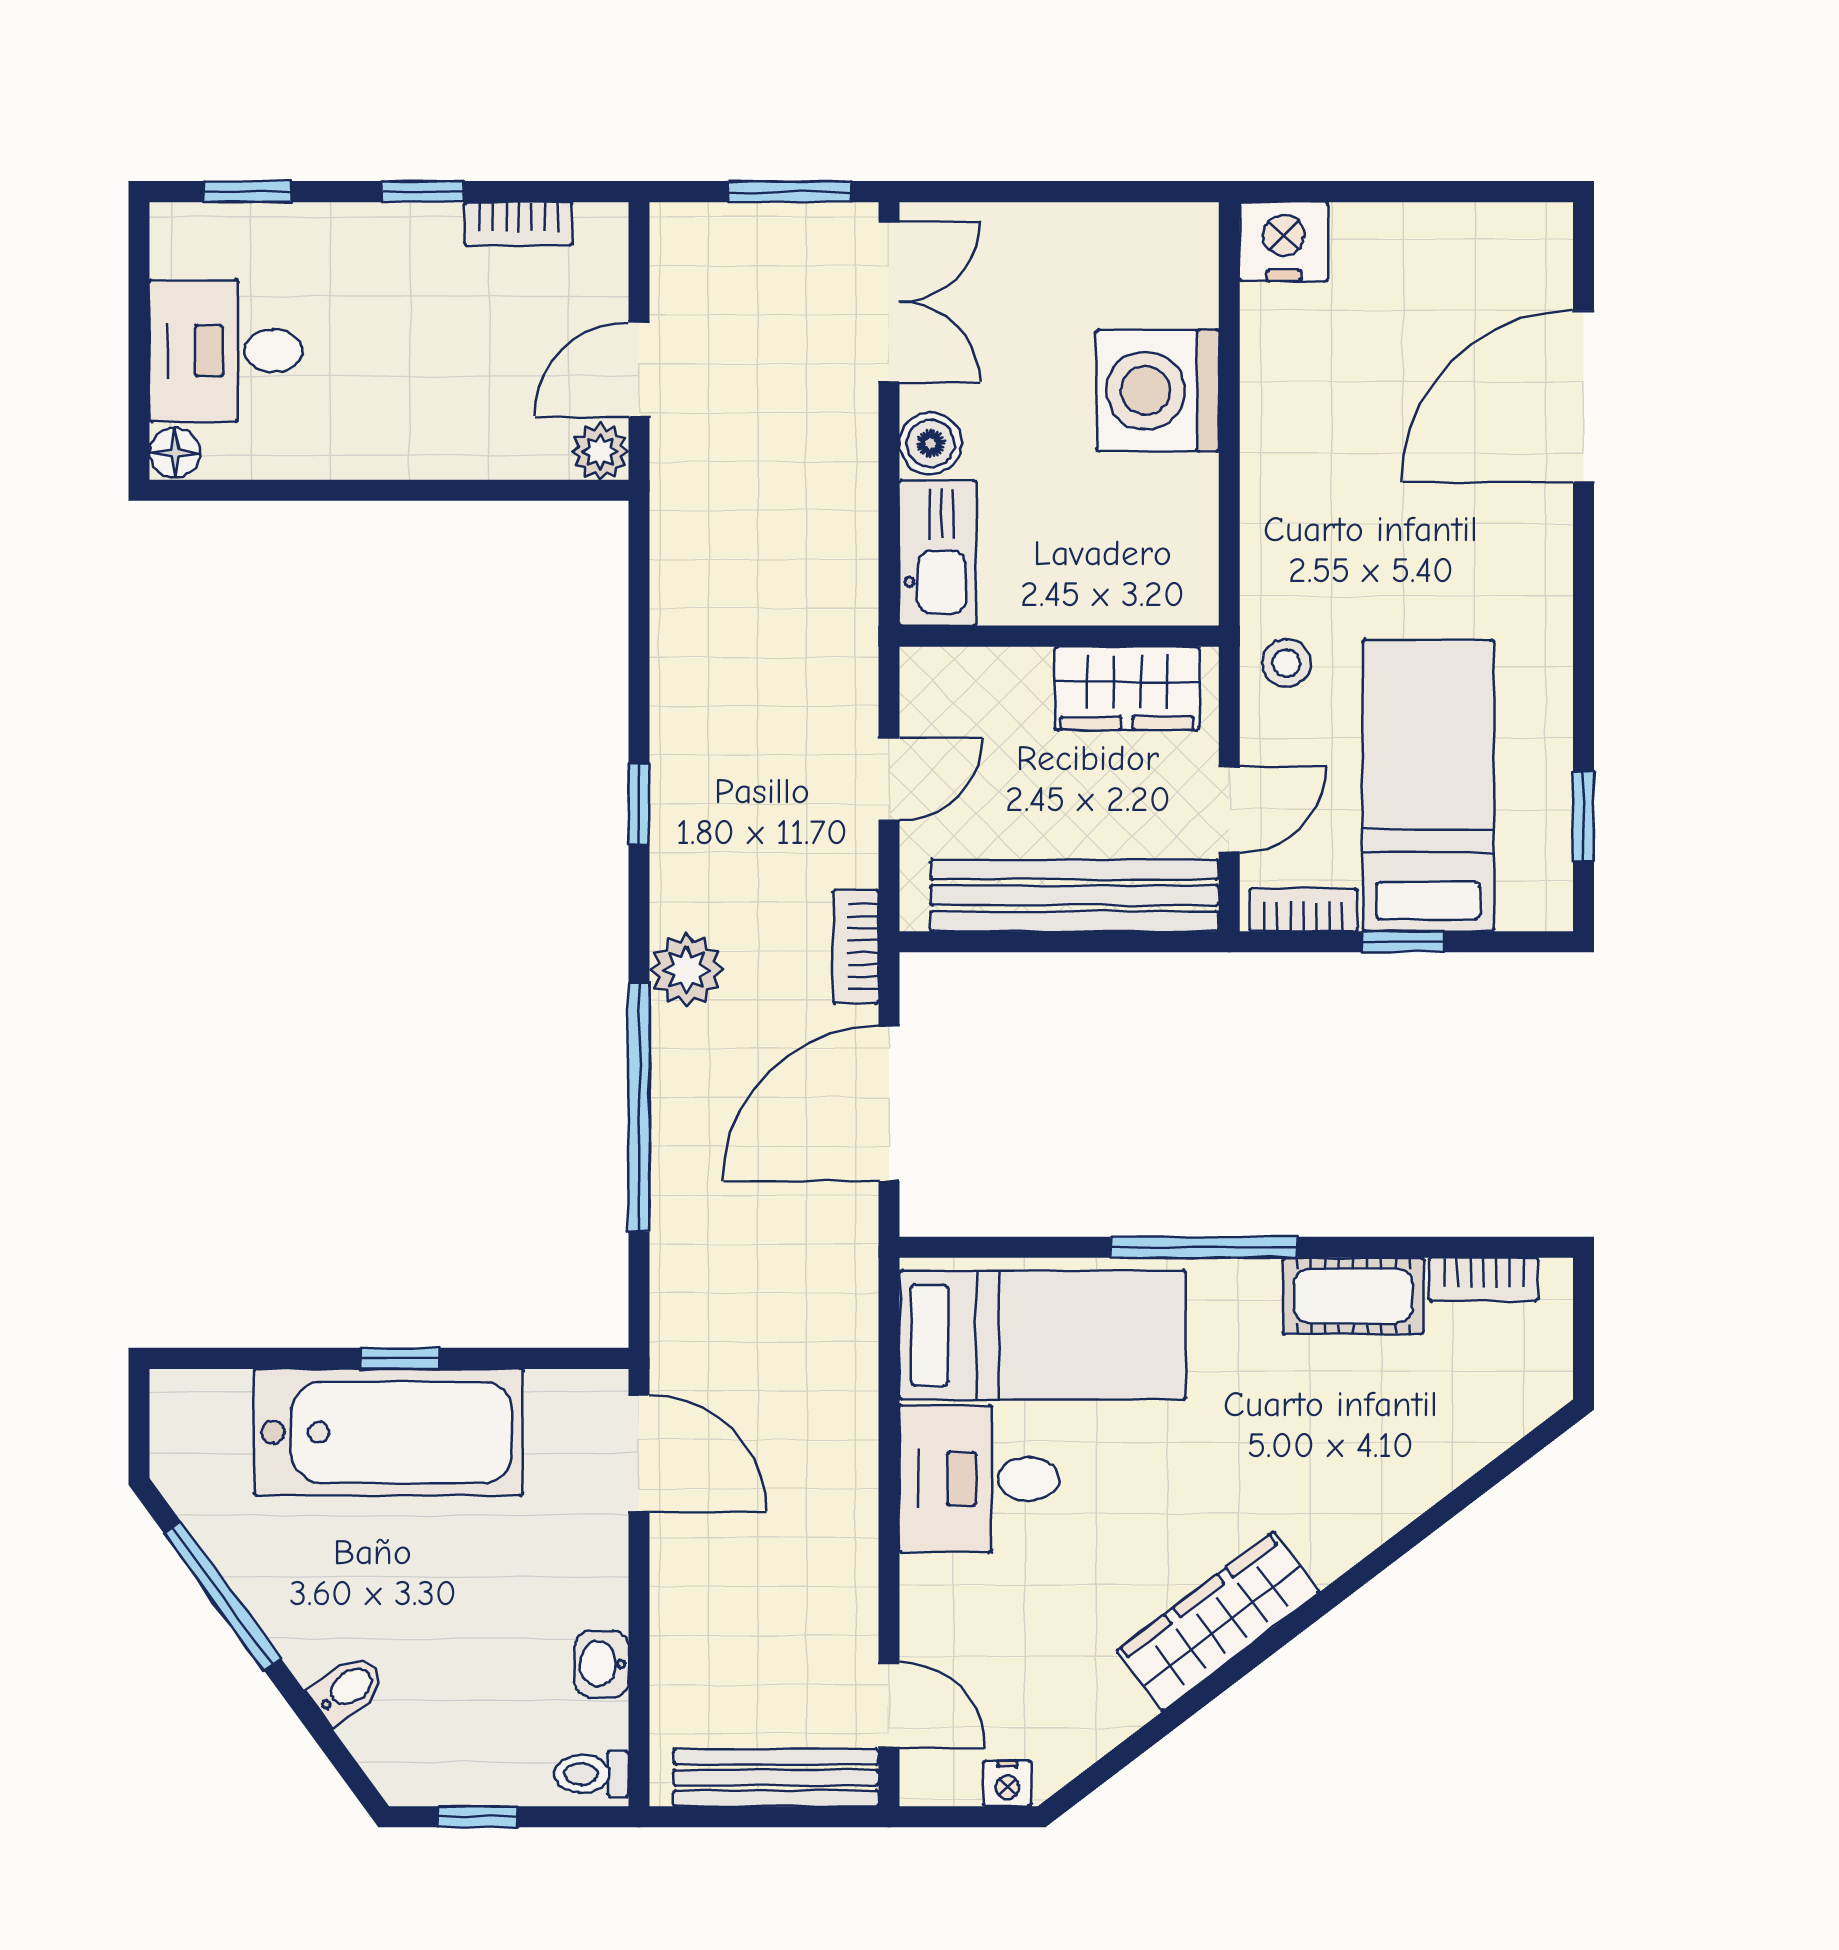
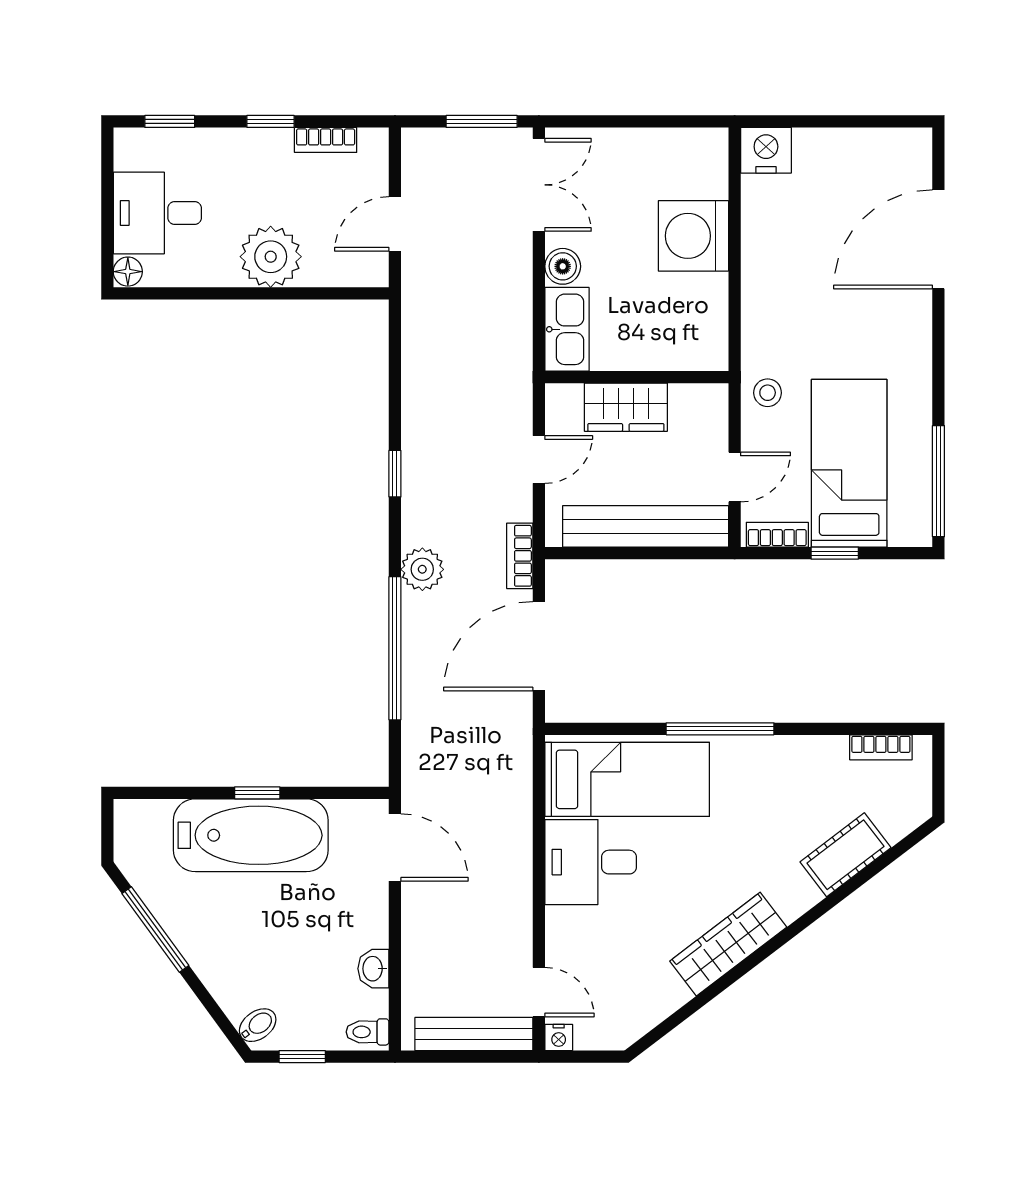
plant: (600, 451) -> (271, 257), moved, width x1.87, depth x1.87
wardrobe: (1127, 688) -> (626, 407), moved
window: (1583, 817) -> (938, 481), width x2.17
cot: (1353, 1296) -> (845, 855), moved, turned -37
bidet: (347, 1689) -> (258, 1025), moved
nightstand: (1007, 1784) -> (559, 1037), moved

